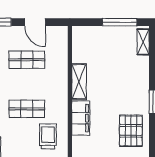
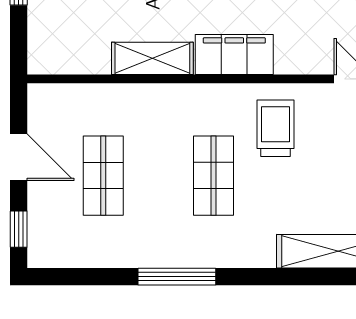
door: (35, 22) -> (19, 157), hinge flipped
trolley: (48, 136) -> (276, 128), turned 90

